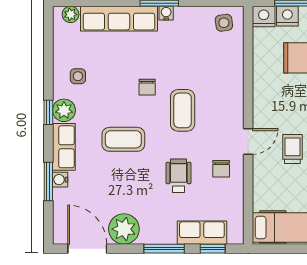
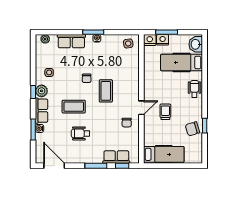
row of seats: (119, 19) -> (71, 41), width x0.68
wheelchair: (179, 176) -> (80, 133), moved, turned -90
plant: (124, 229) -> (74, 155), removed

